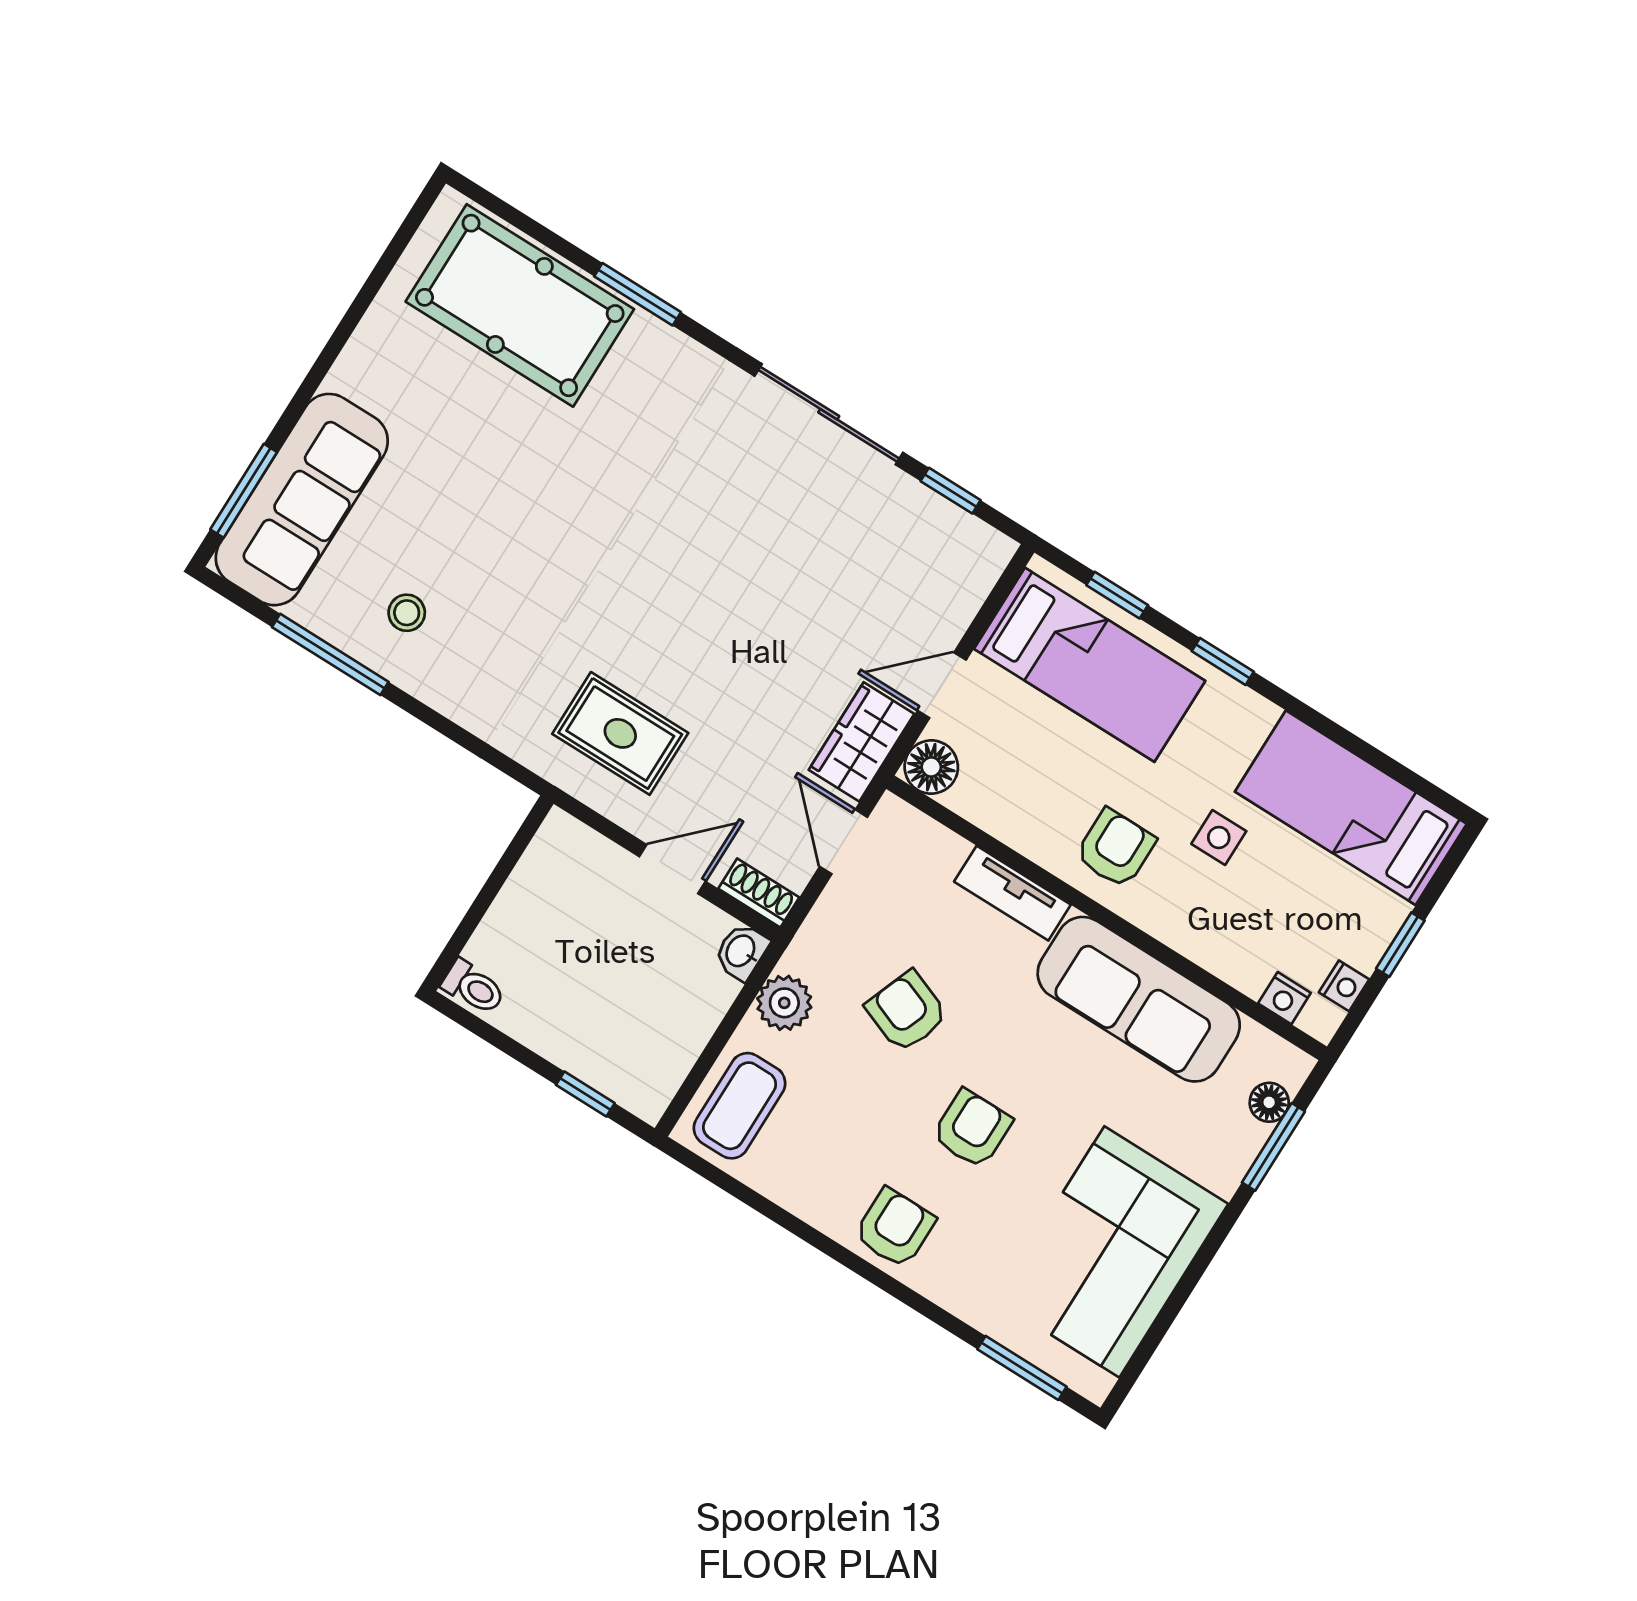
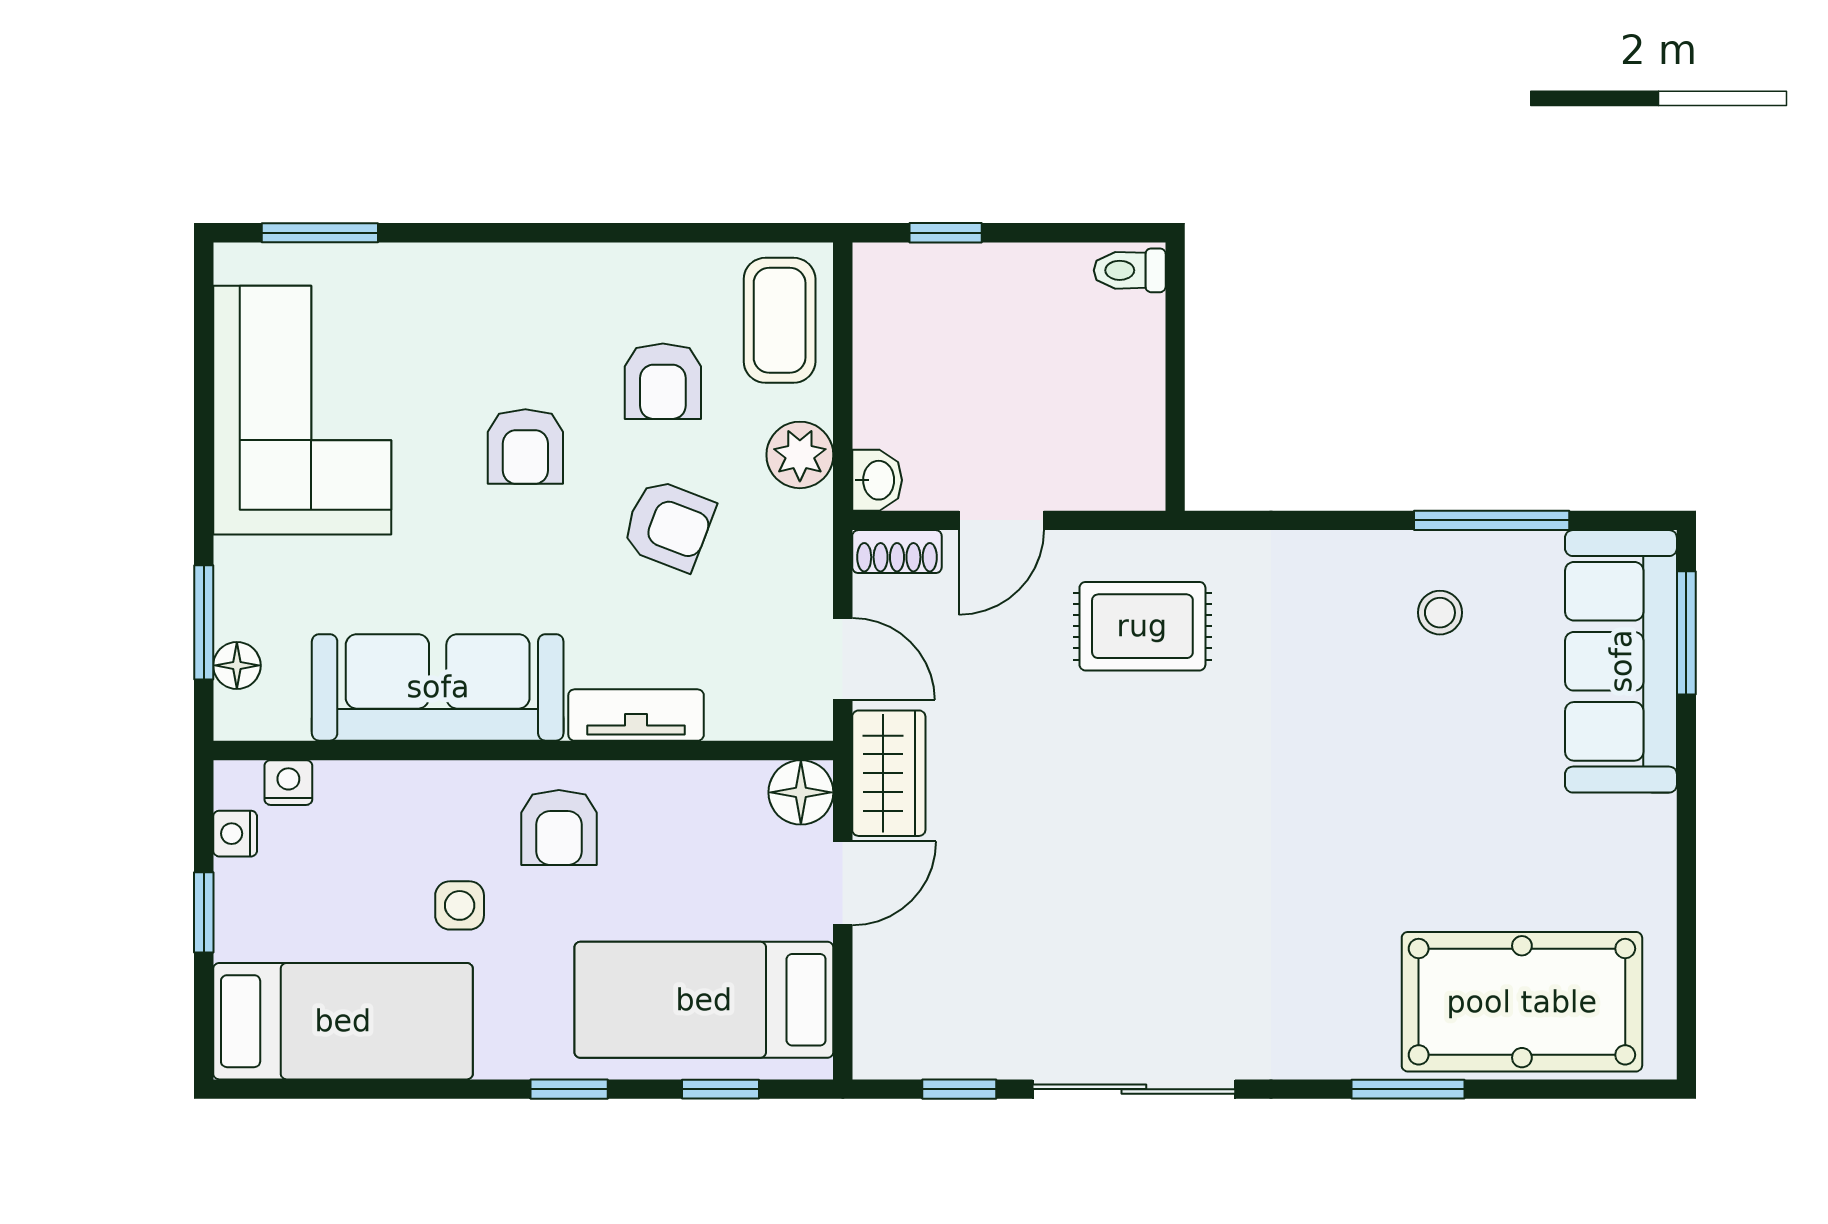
armchair: (895, 1228) -> (663, 381), moved

